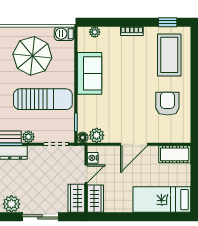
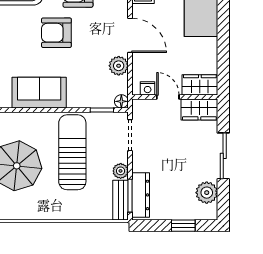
armchair: (136, 87) -> (56, 33), added
plant: (97, 135) -> (119, 66), moved

